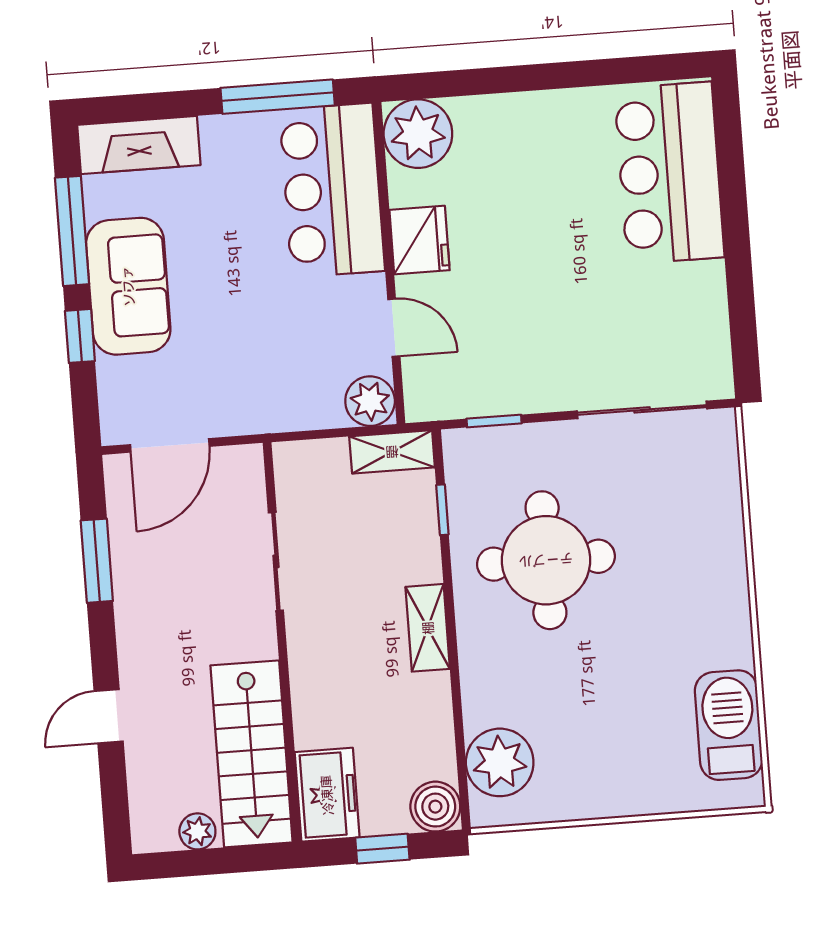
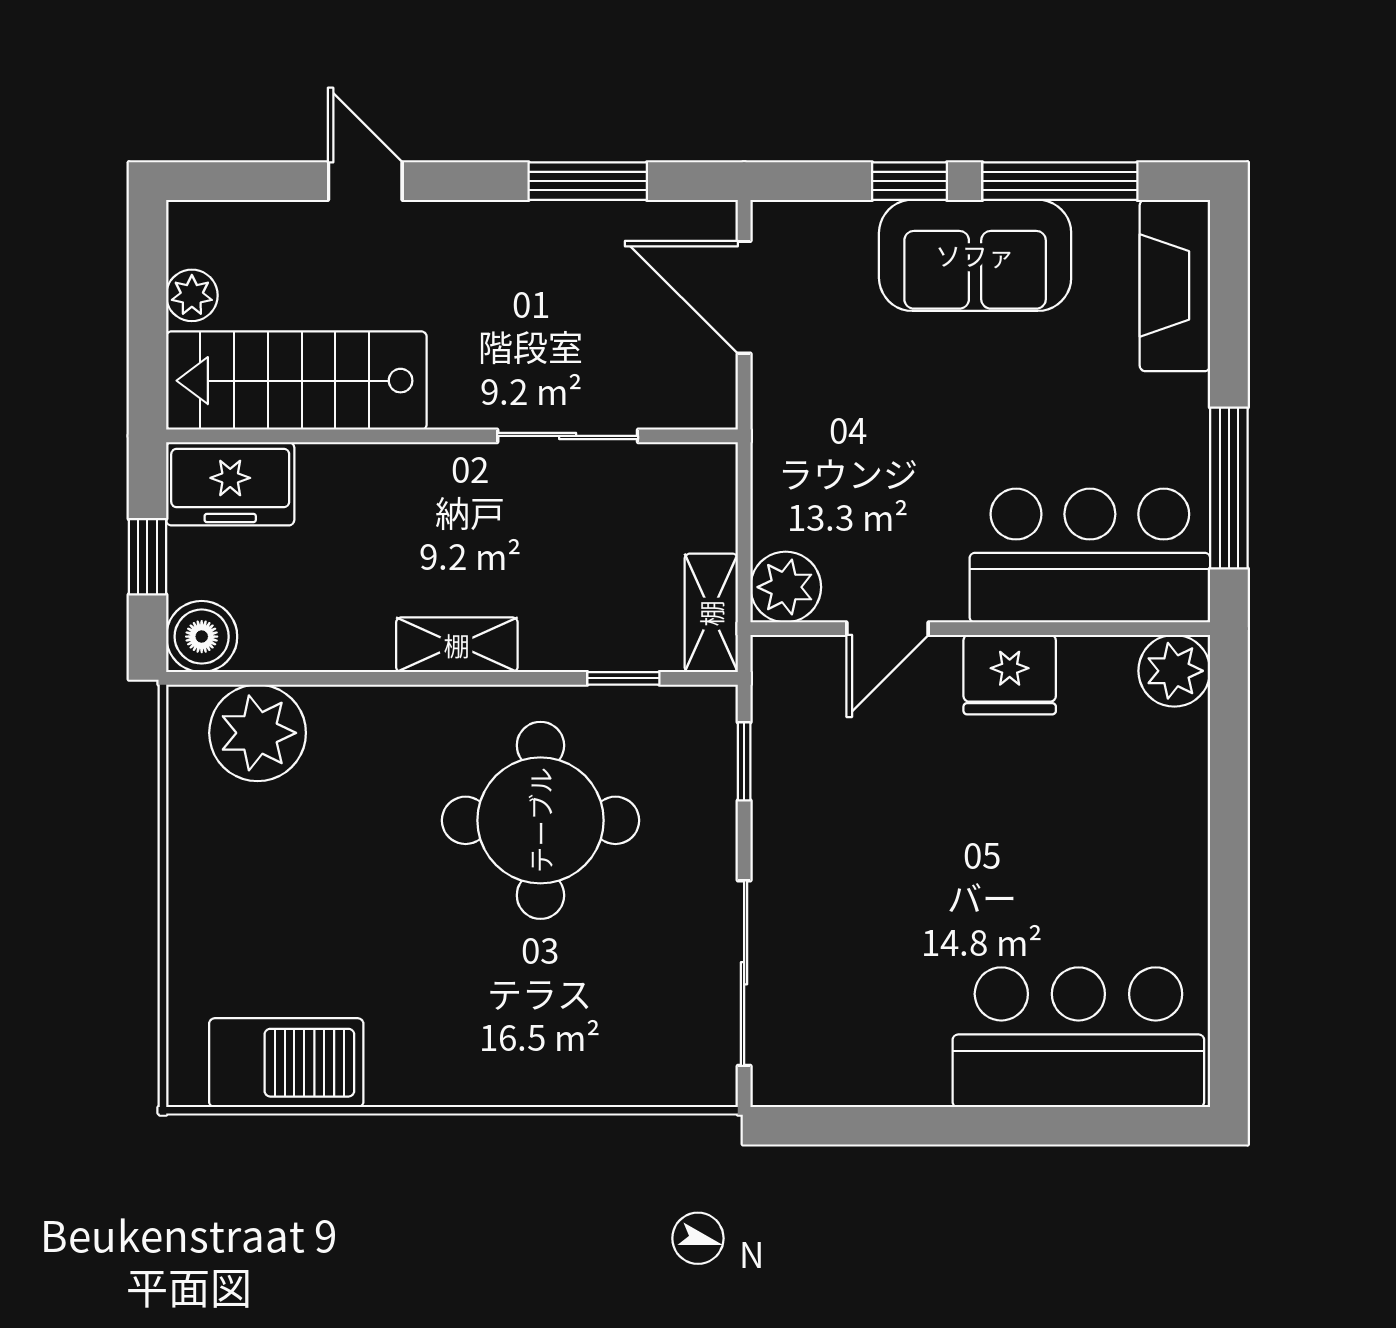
plant: (418, 134) -> (1174, 671), width x0.73, depth x0.73

